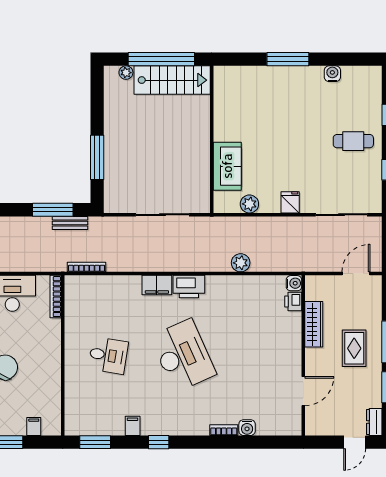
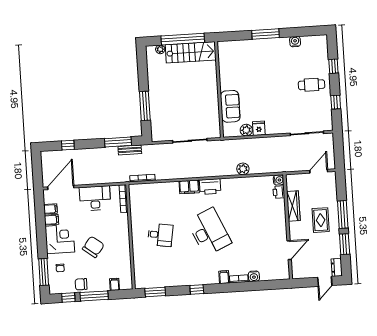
fridge: (290, 202) -> (259, 128), moved
filing cabinet: (133, 426) -> (224, 277), moved

